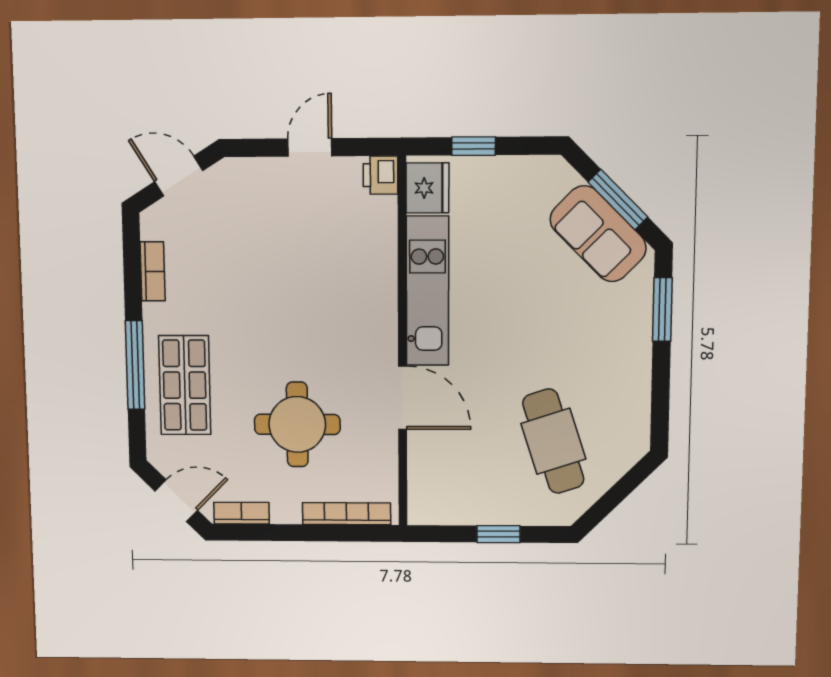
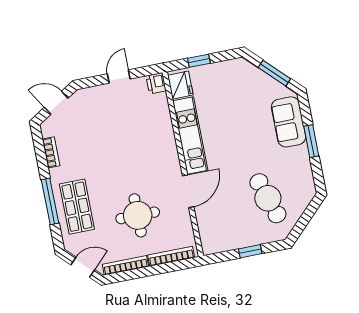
sofa: (598, 234) -> (289, 122), moved, turned 45
window: (662, 309) -> (311, 141), moved
door: (403, 398) -> (188, 191), hinge flipped
bookcase: (241, 513) -> (125, 265), width x1.56

